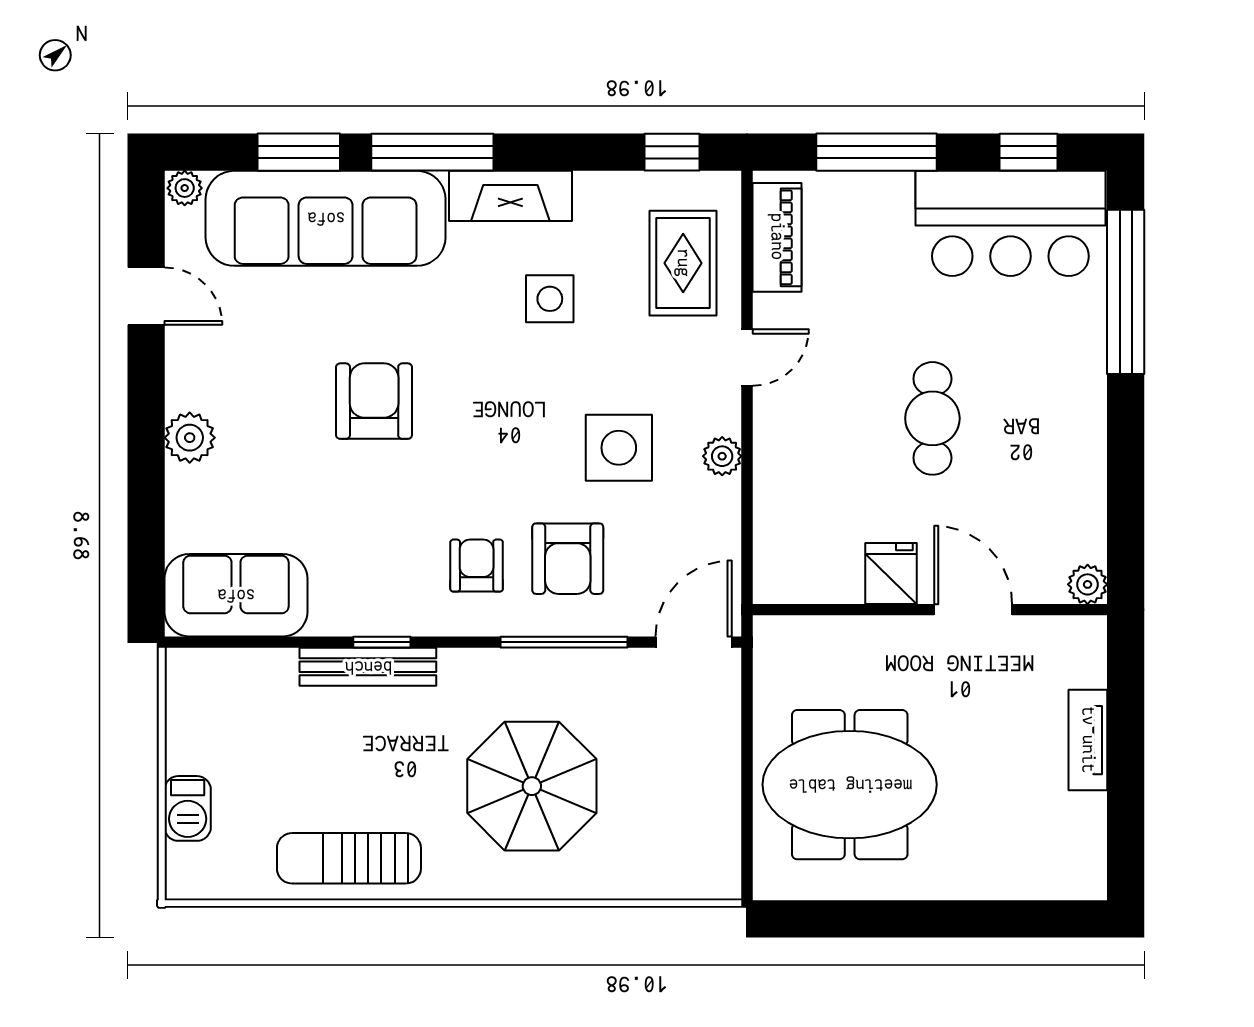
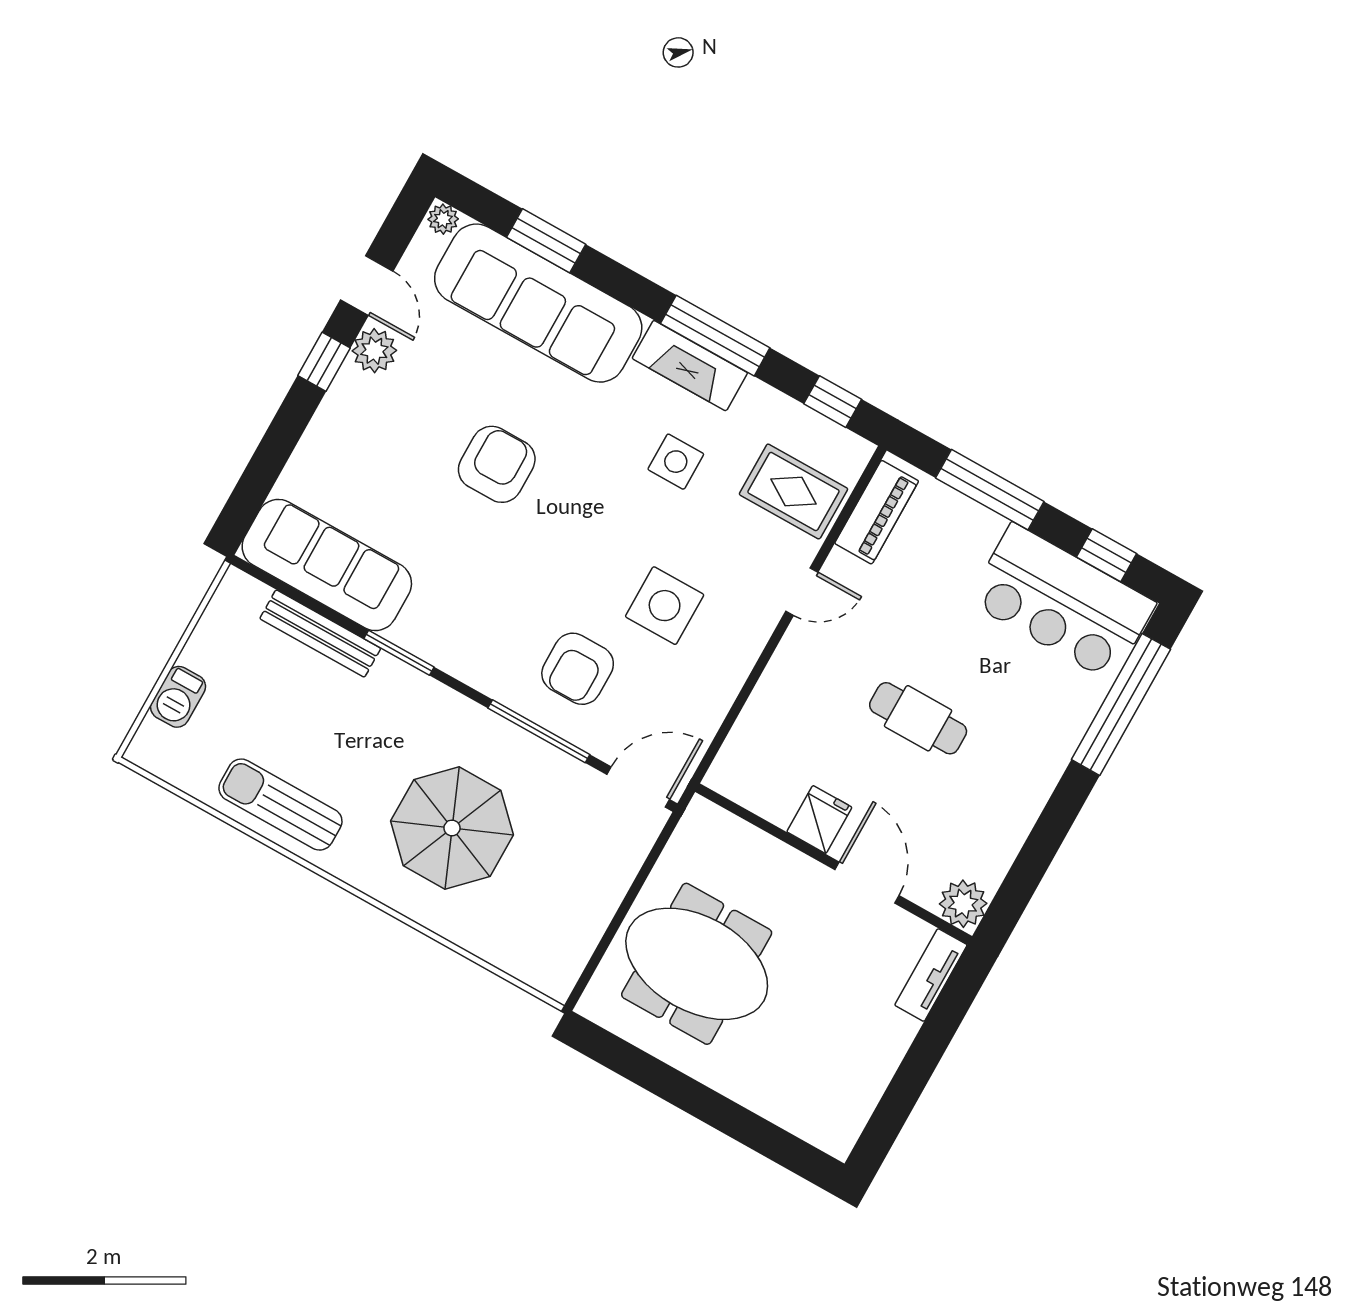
window: (432, 152) -> (715, 336), moved
rug: (683, 263) -> (793, 491), turned 90
window: (146, 395) -> (324, 362), added
cafe table: (932, 418) -> (918, 718), turned 90
plant: (190, 438) -> (374, 351), moved
plant: (722, 456) -> (740, 657), removed
armchair: (477, 566) -> (505, 635), removed
plant: (1088, 584) -> (963, 904), width x1.38, depth x1.38
sofa: (236, 595) -> (327, 565), width x1.36
window: (382, 642) -> (399, 653), width x1.50
bench: (368, 667) -> (320, 633), moved
tv unit: (1088, 740) -> (931, 975), moved

